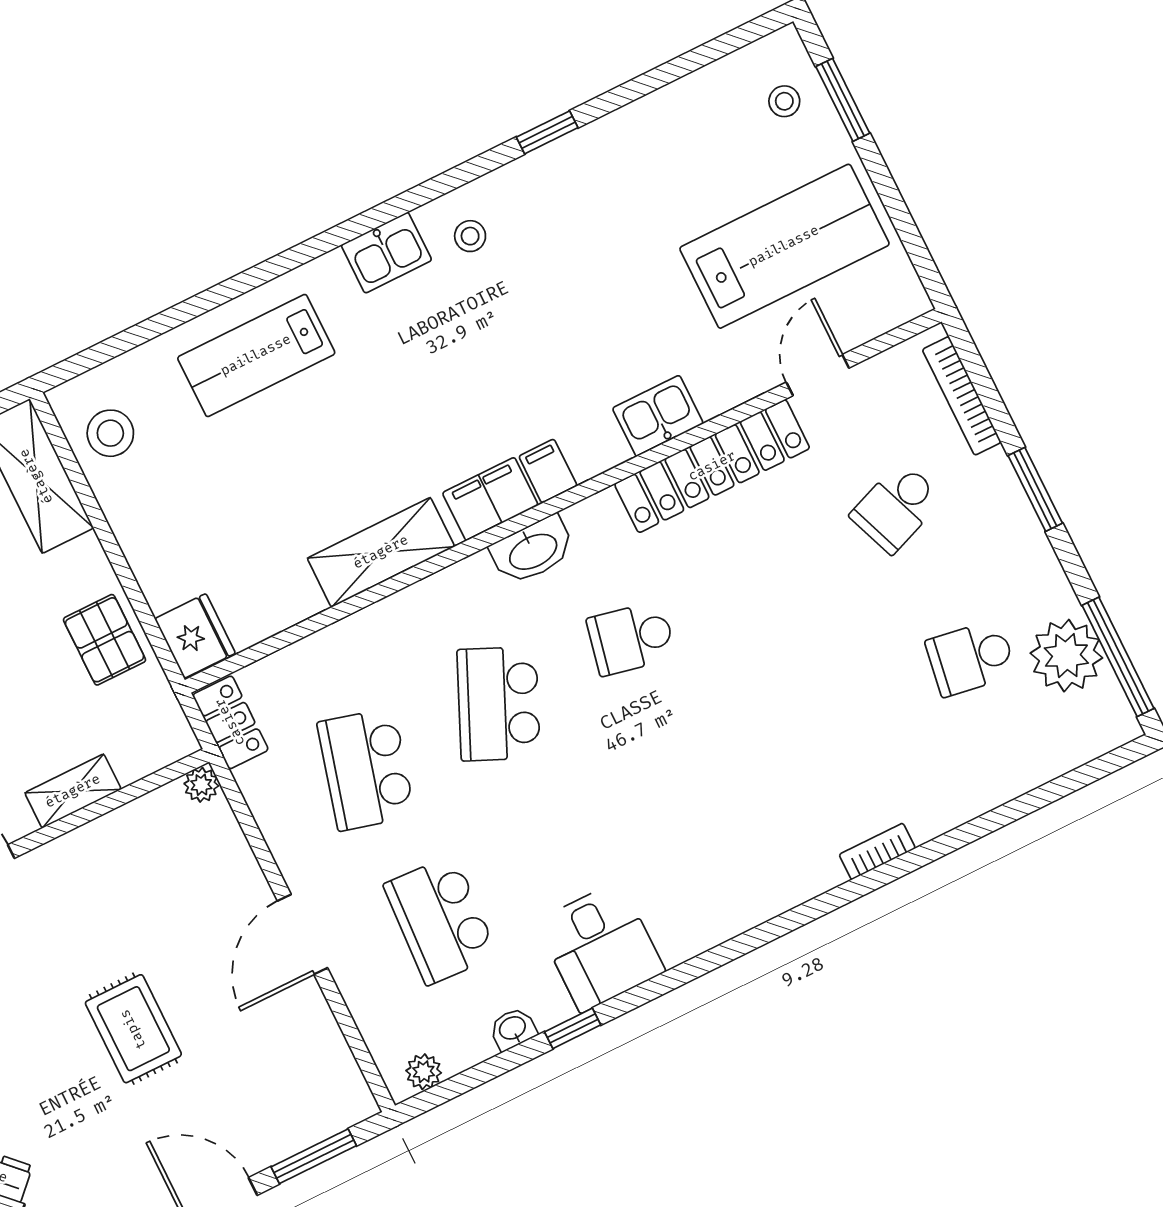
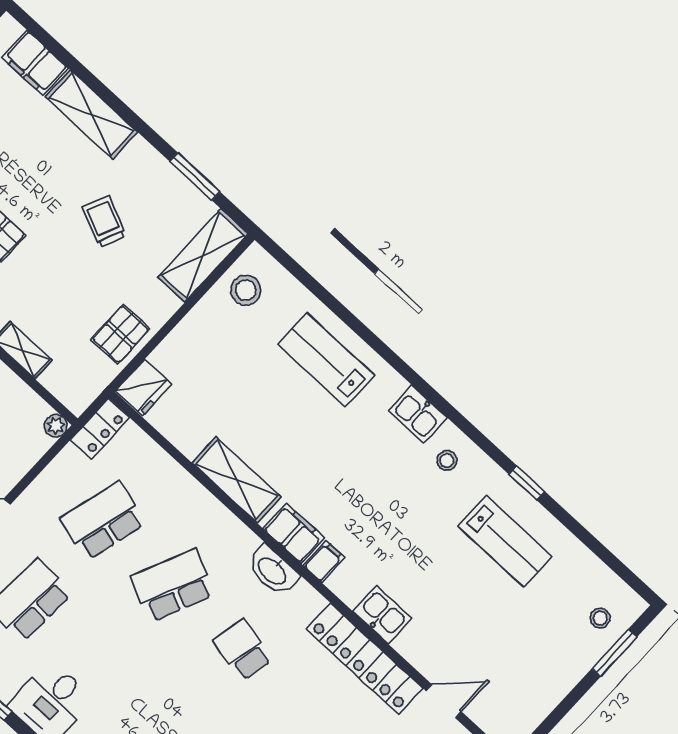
lab bench: (784, 246) -> (505, 541), moved, width x0.73, depth x0.72

